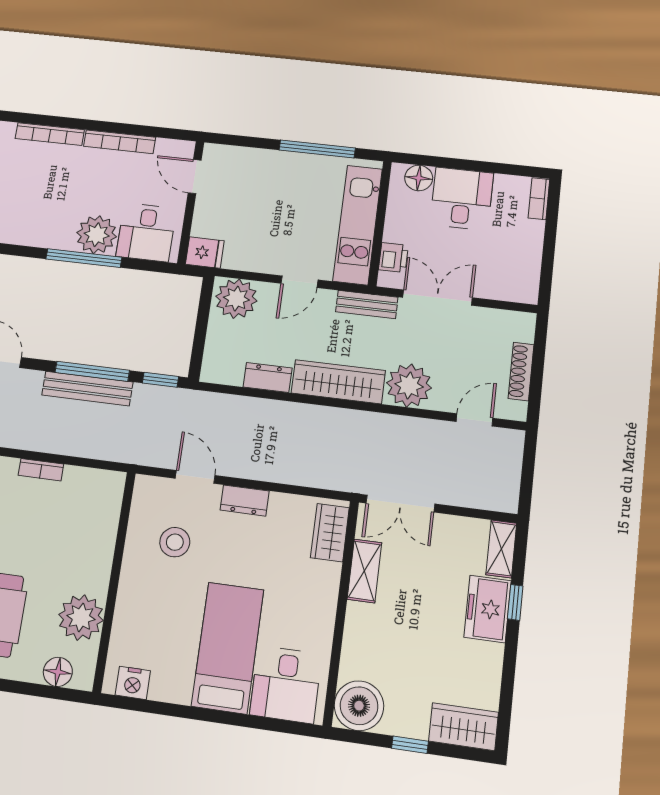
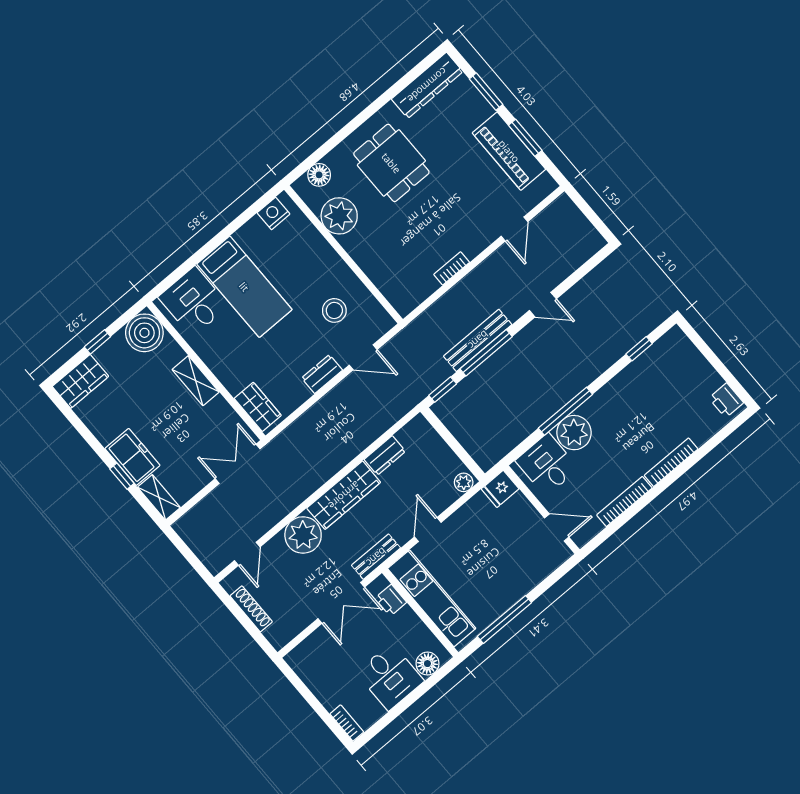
plant: (236, 299) -> (464, 482), width x0.53, depth x0.53
shelving: (364, 571) -> (196, 381), moved

